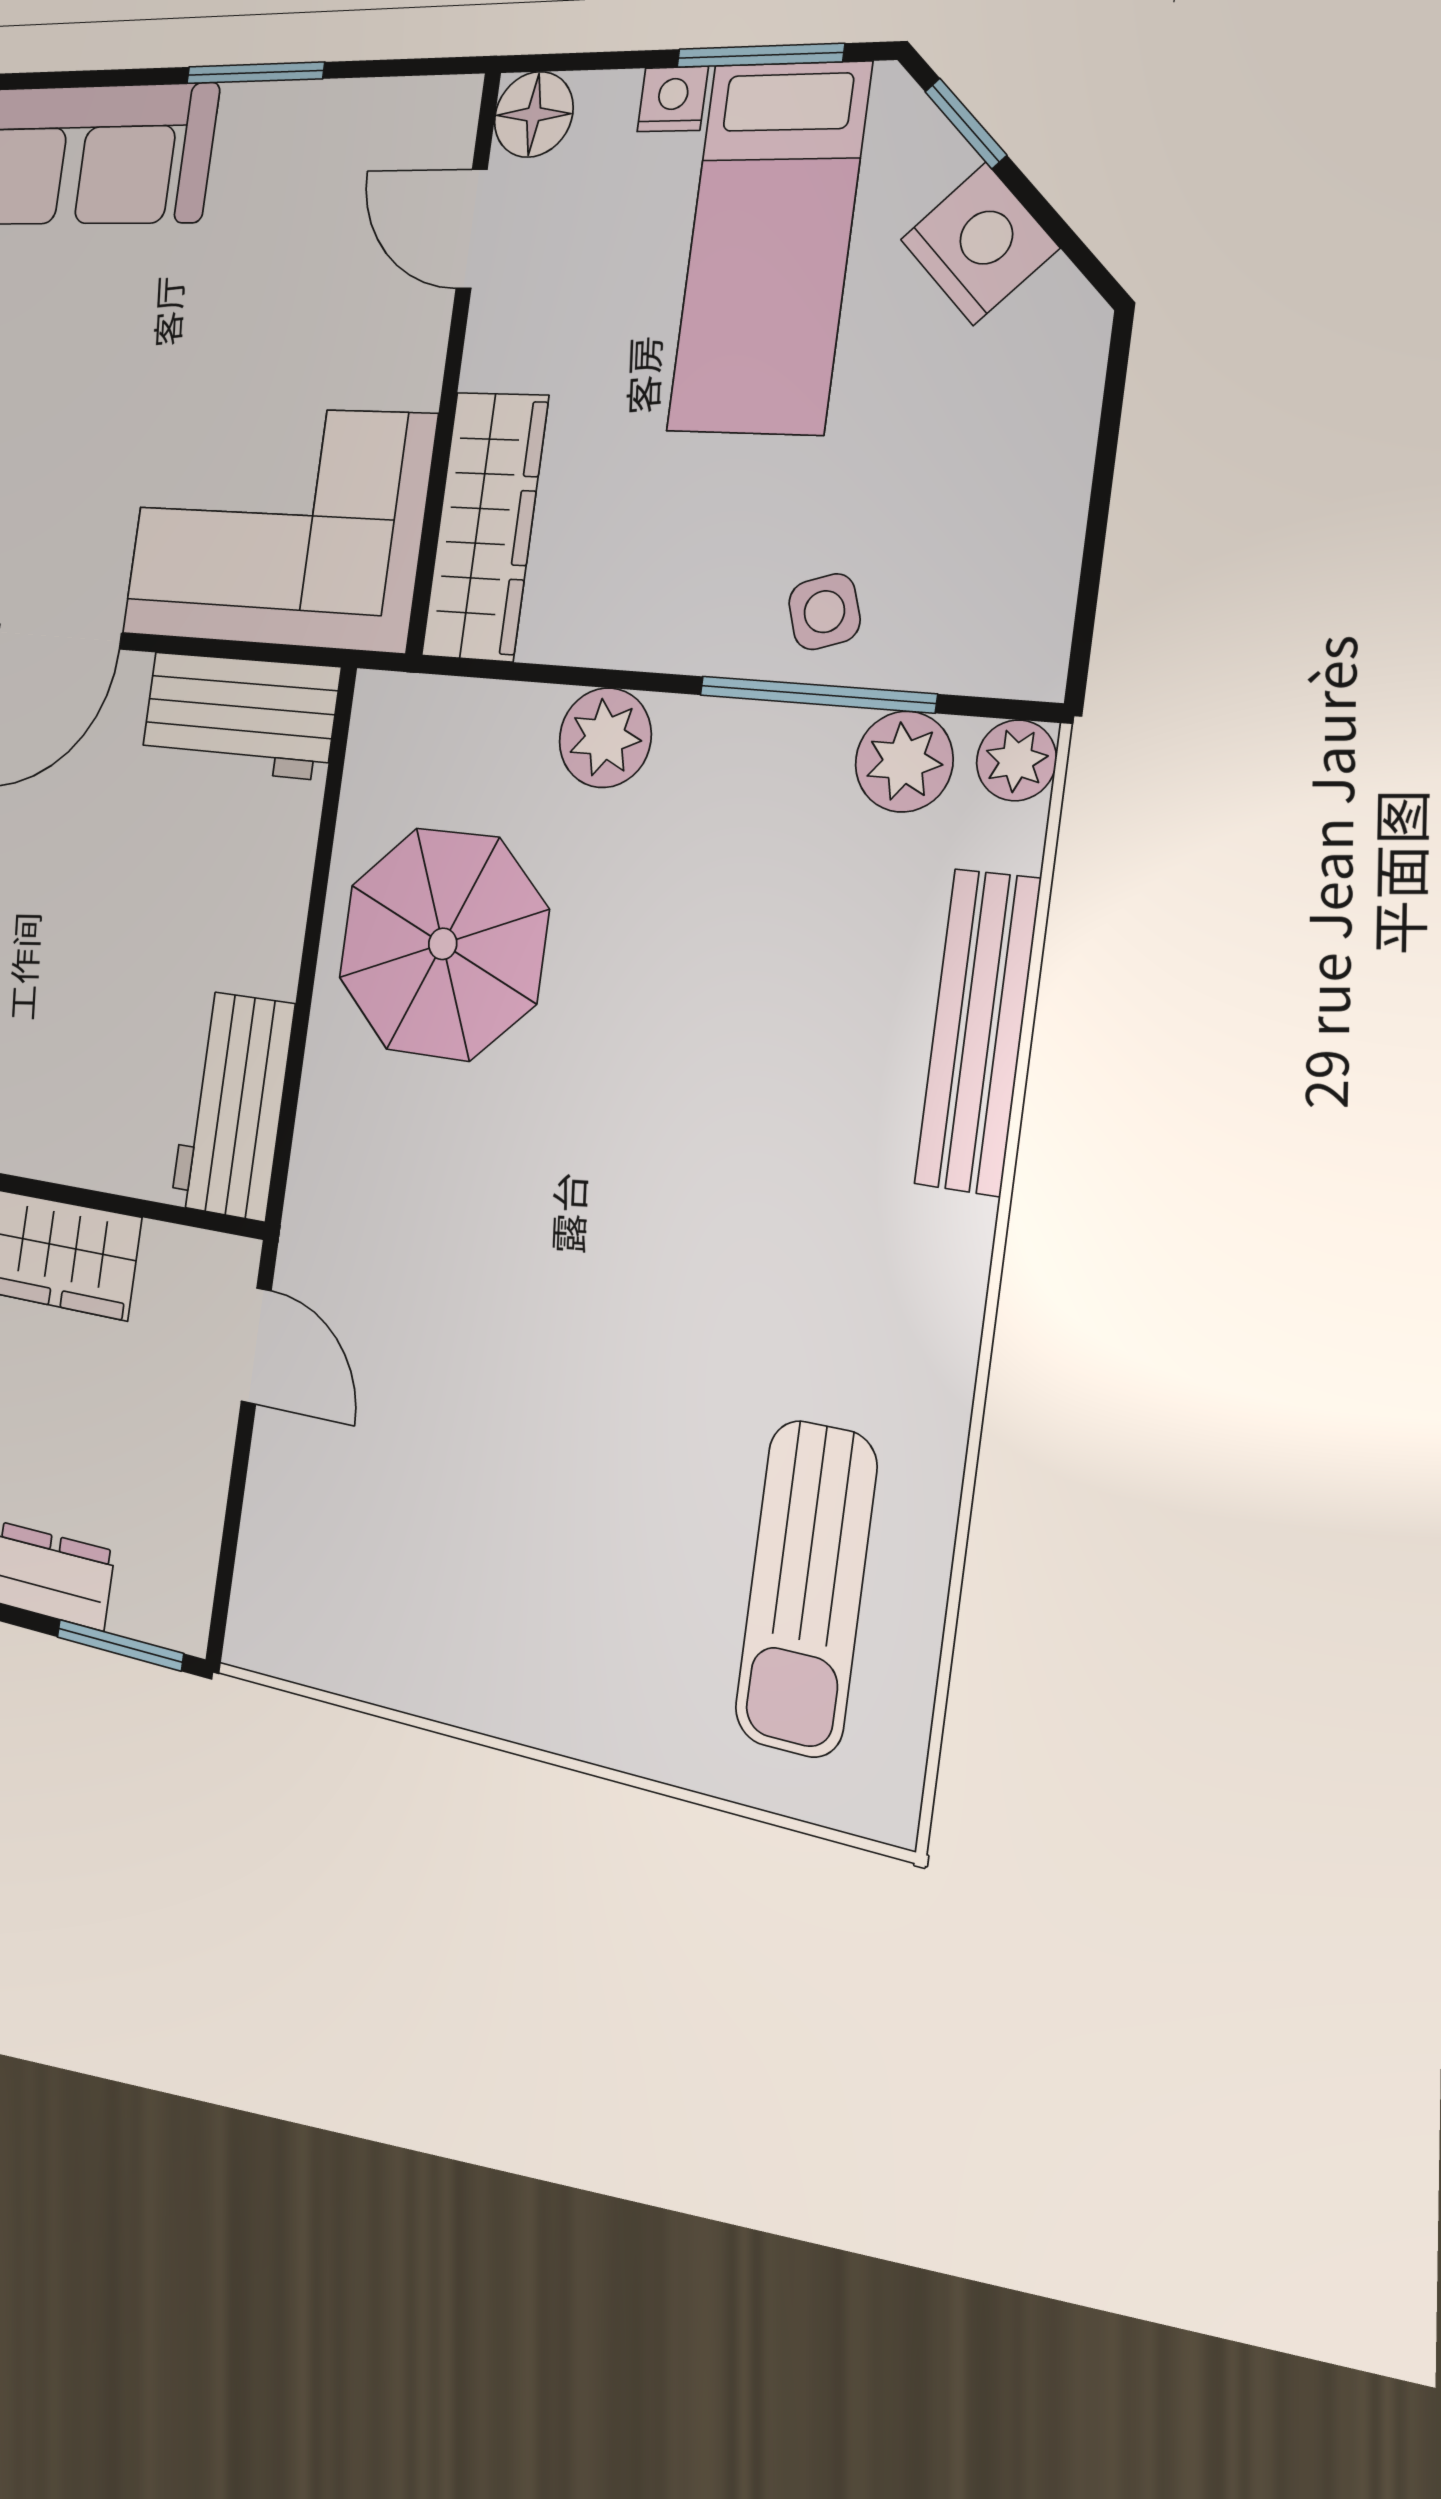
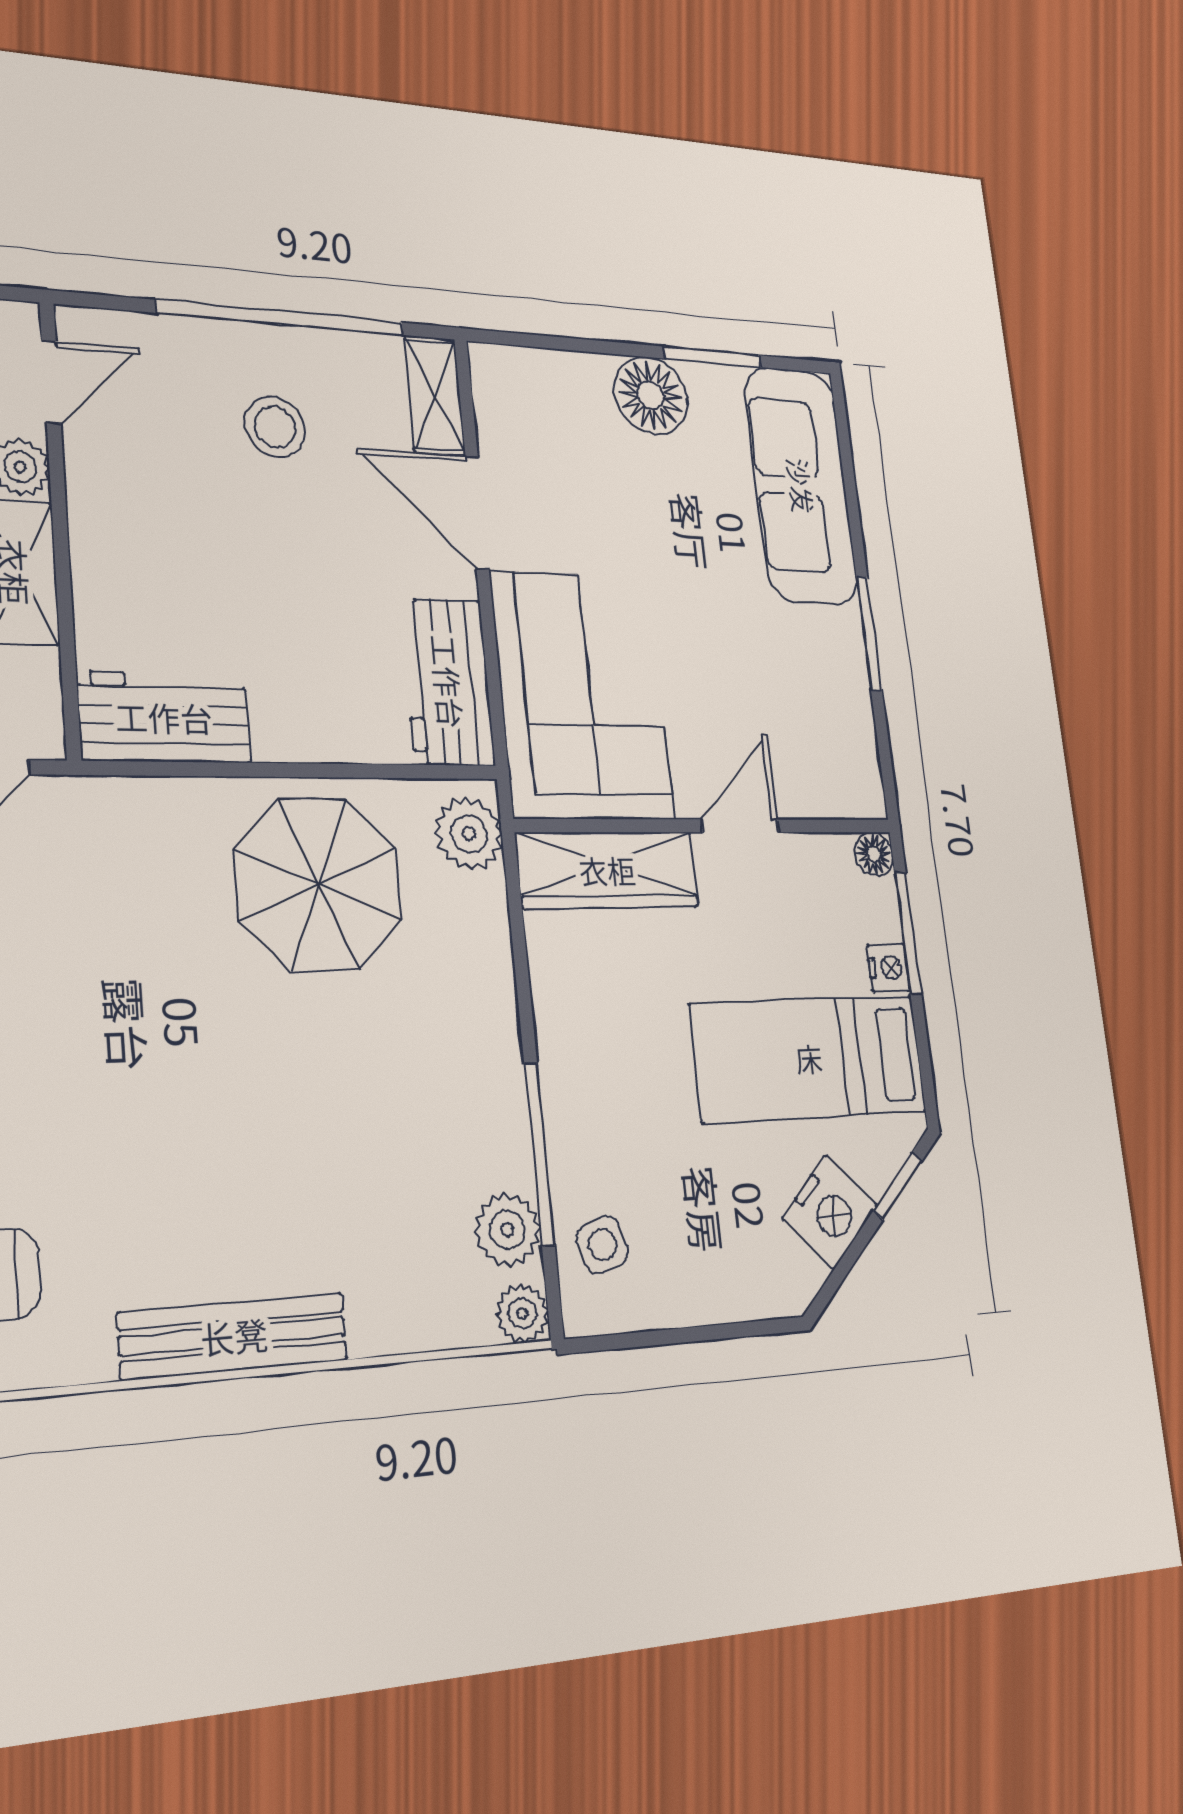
window: (760, 55) -> (908, 933), moved
floor lamp: (534, 114) -> (874, 854), width x0.73, depth x0.73
door: (472, 229) -> (740, 826), moved
side table: (824, 612) -> (602, 1245), moved
plant: (605, 738) -> (469, 834), moved
bench: (978, 1032) -> (234, 1336), moved

